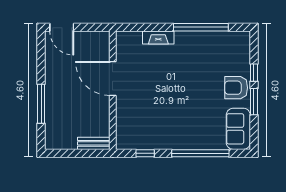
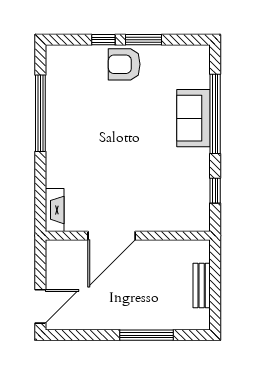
fireplace: (158, 37) -> (55, 210), moved
armchair: (236, 88) -> (124, 64), turned 90
sofa: (238, 129) -> (194, 118), moved, turned 90
bench: (94, 143) -> (202, 285), moved

